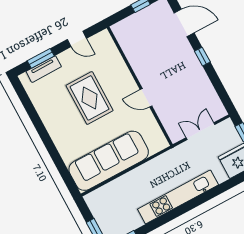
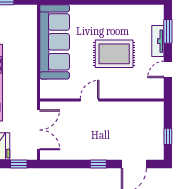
tv unit: (44, 69) -> (158, 41), moved
double door: (200, 131) -> (38, 130), width x1.37

